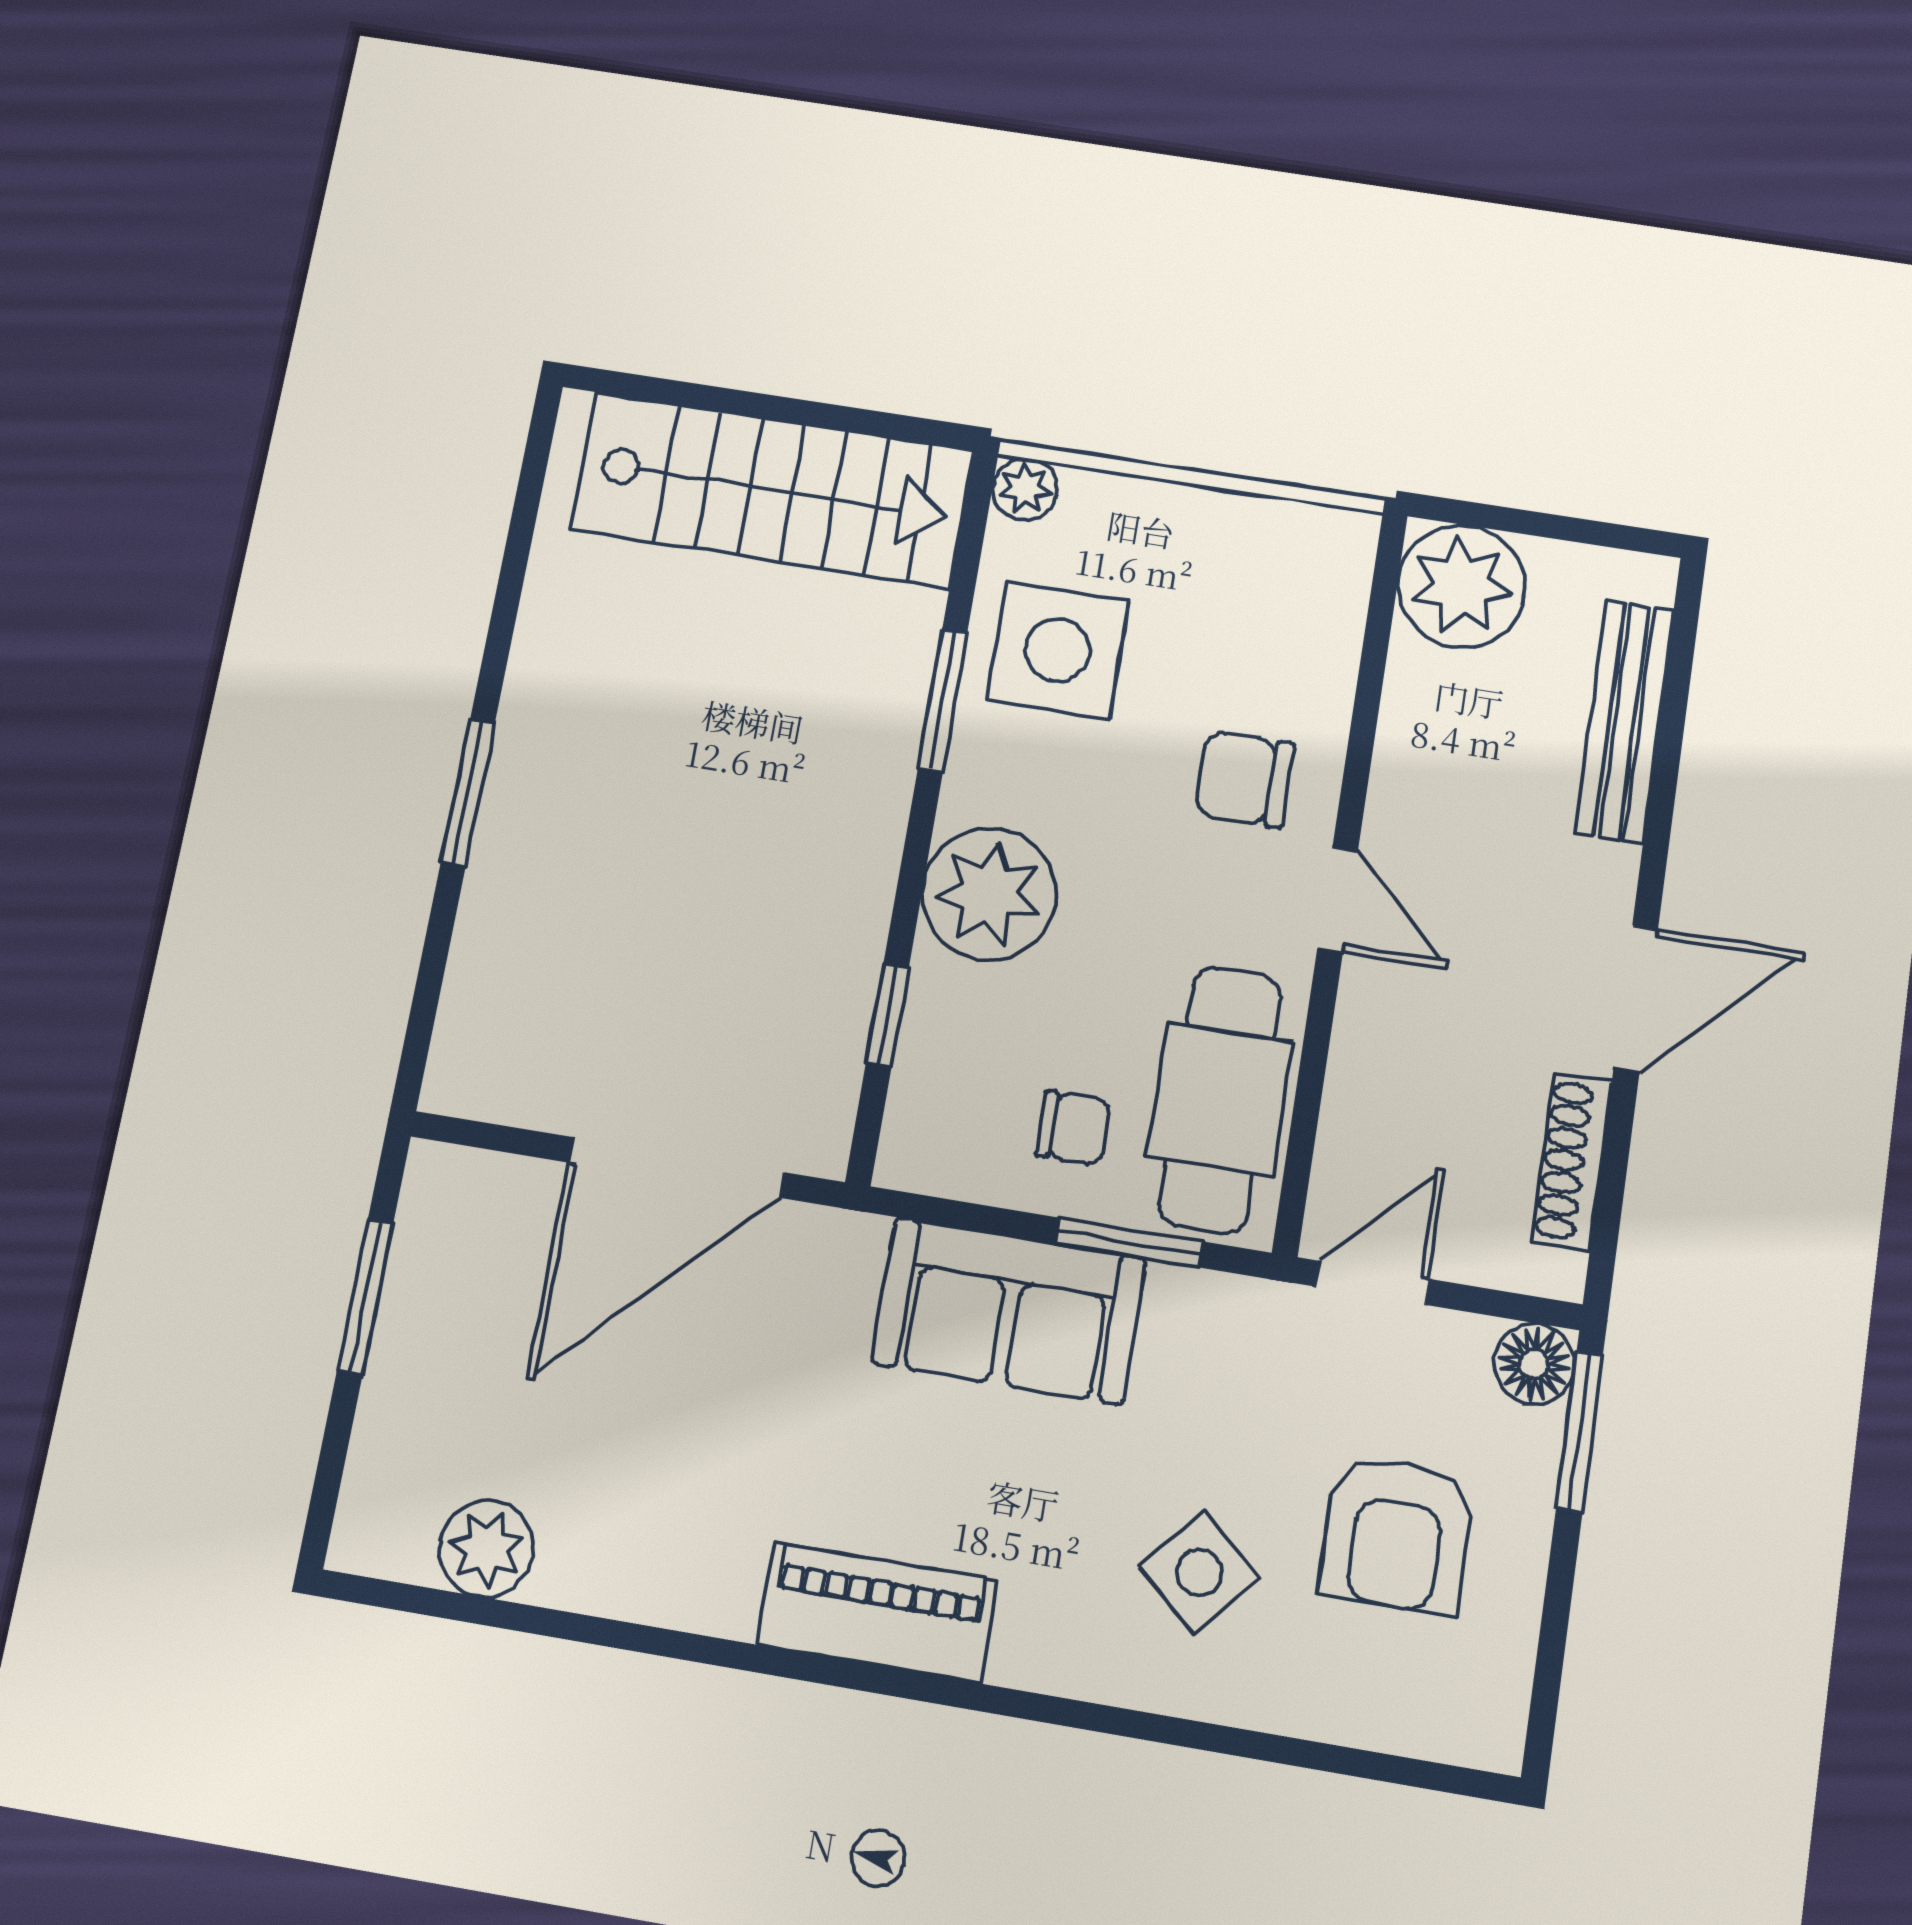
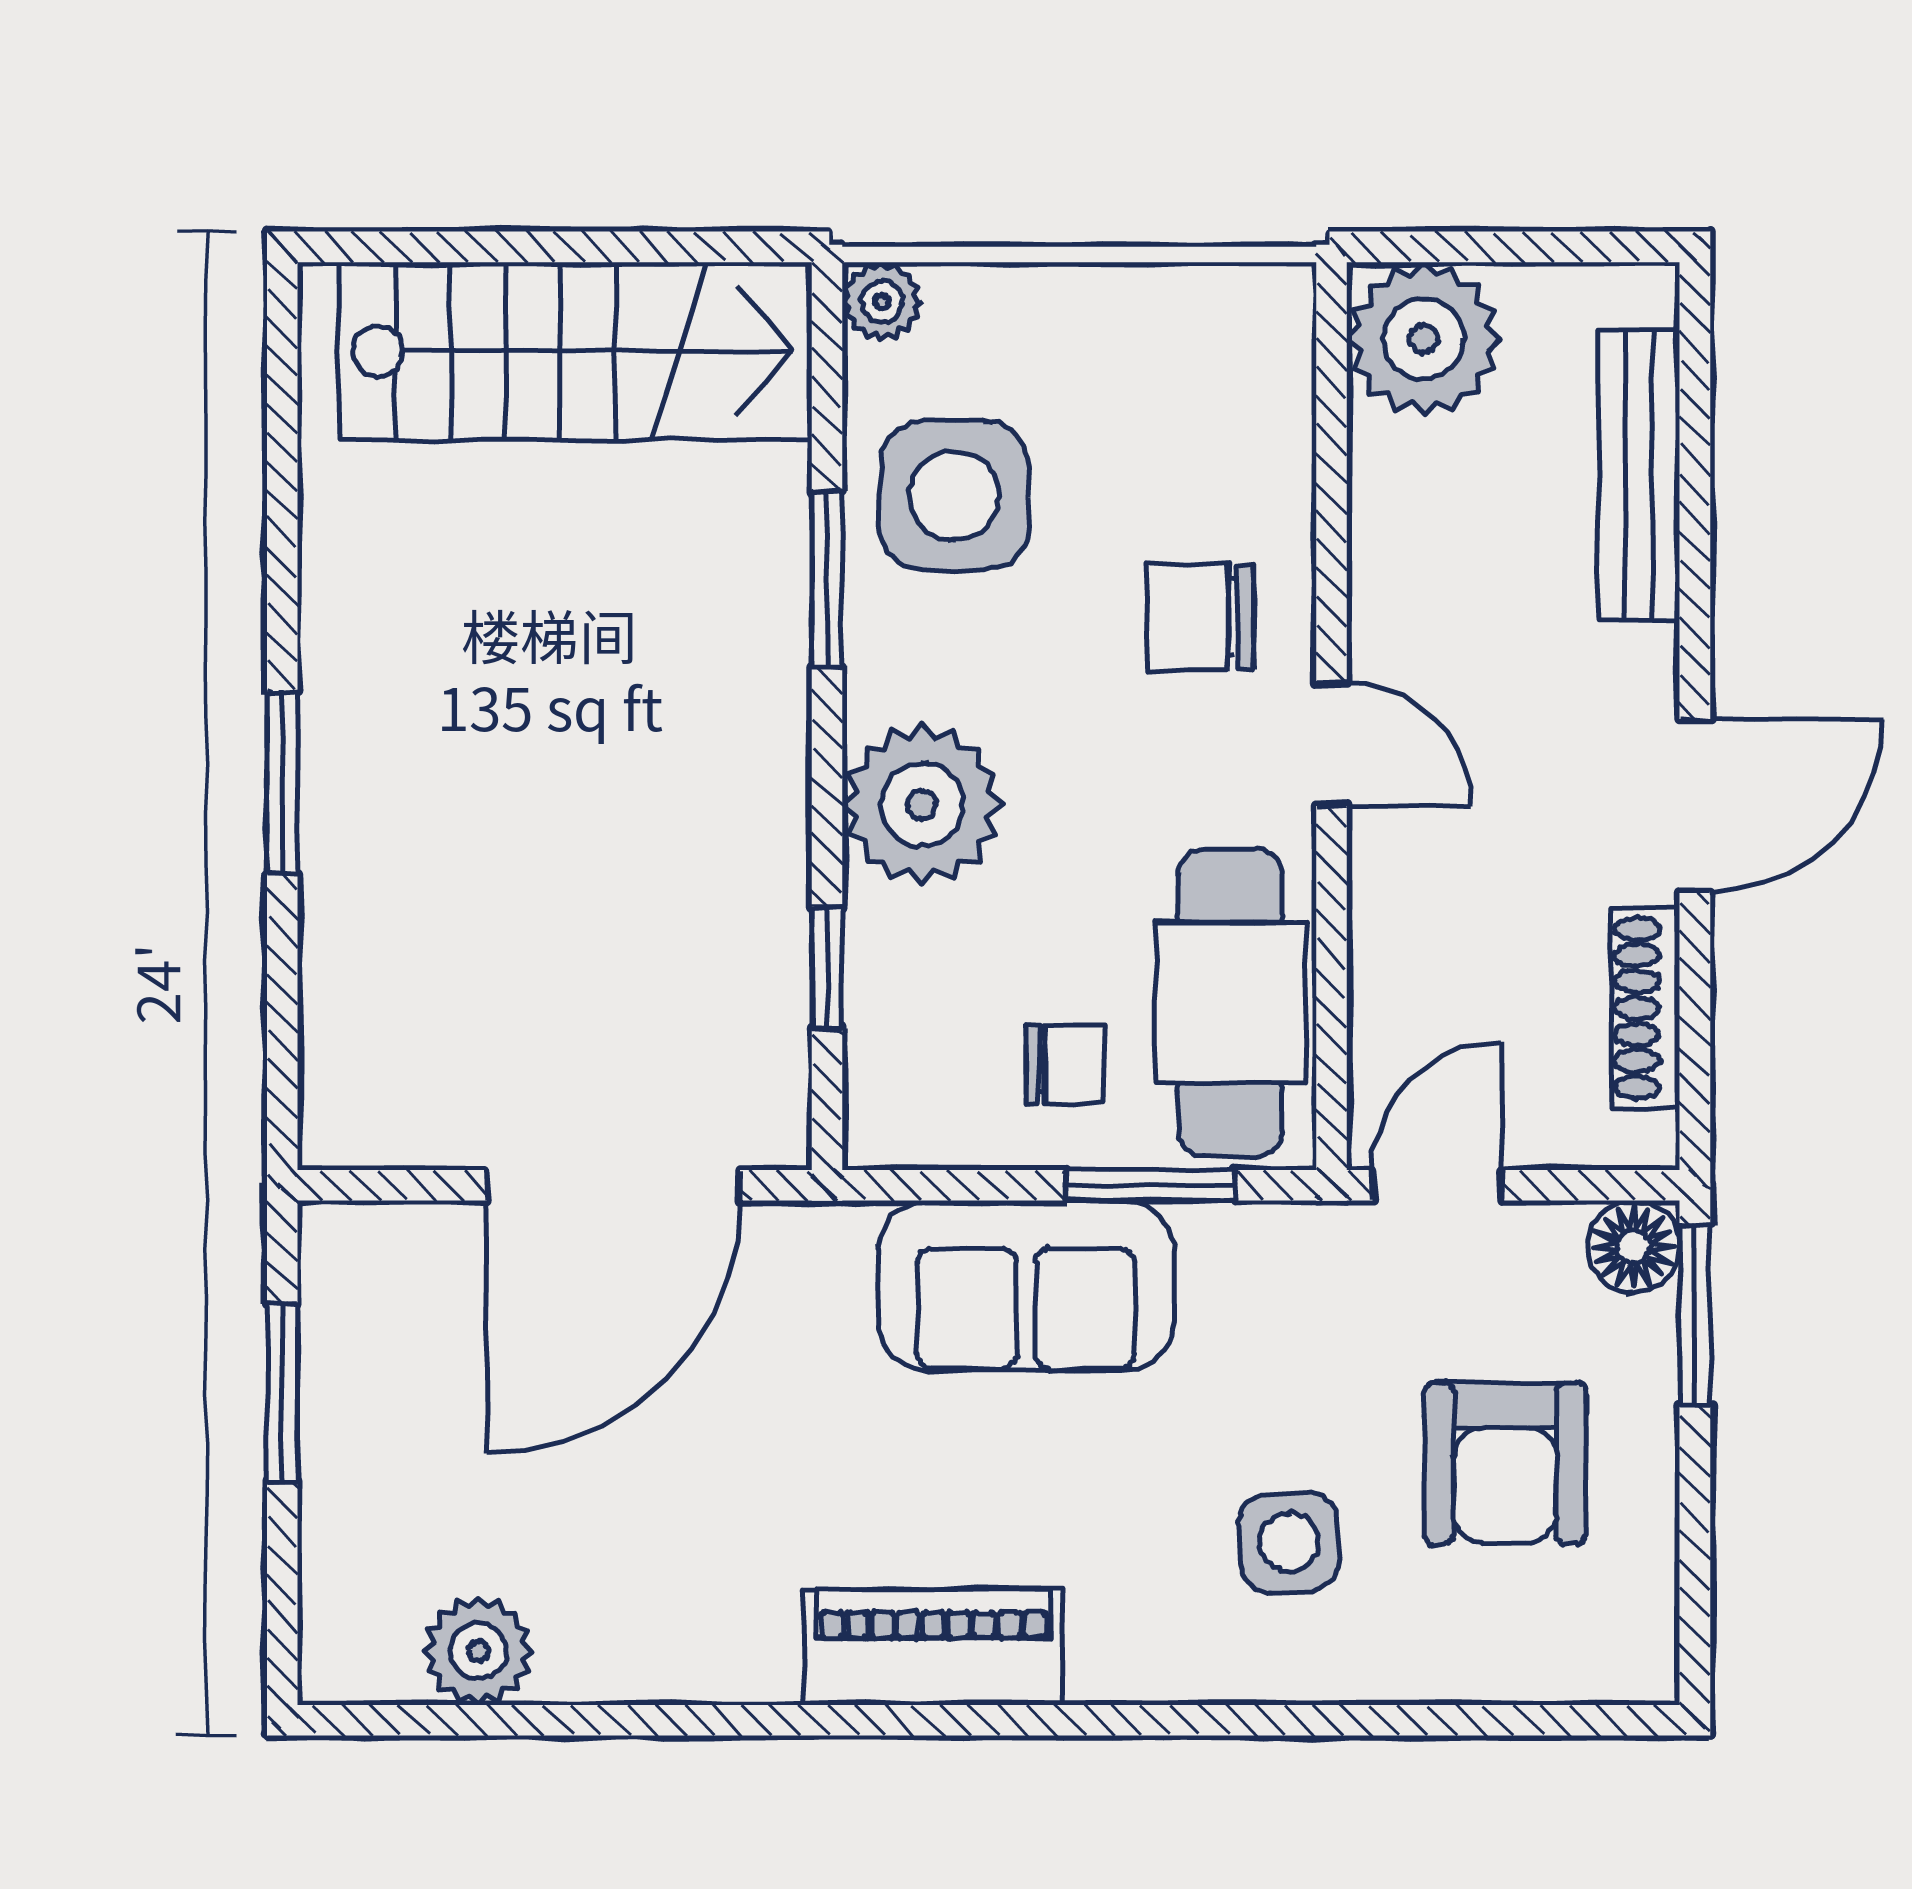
side table: (1199, 1572) -> (1289, 1542), turned 45

